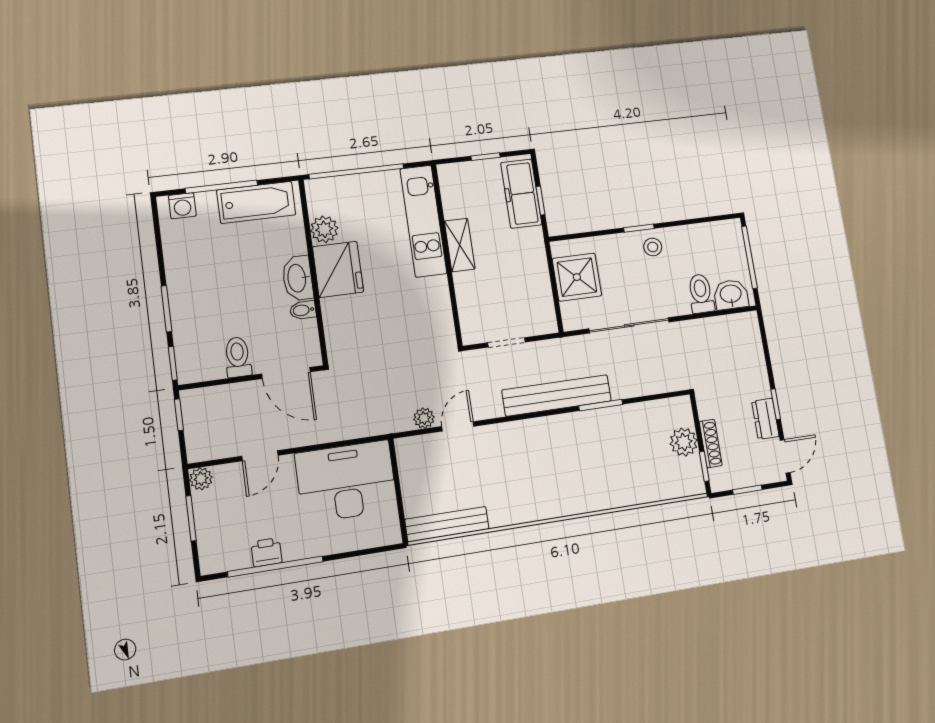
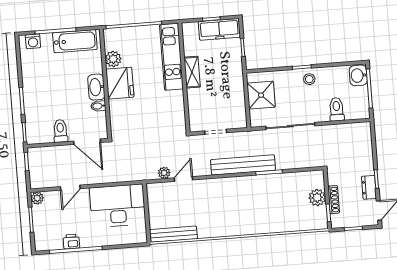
freezer: (521, 194) -> (219, 29), moved, turned -90
washbasin: (731, 295) -> (358, 75), moved, turned -90

